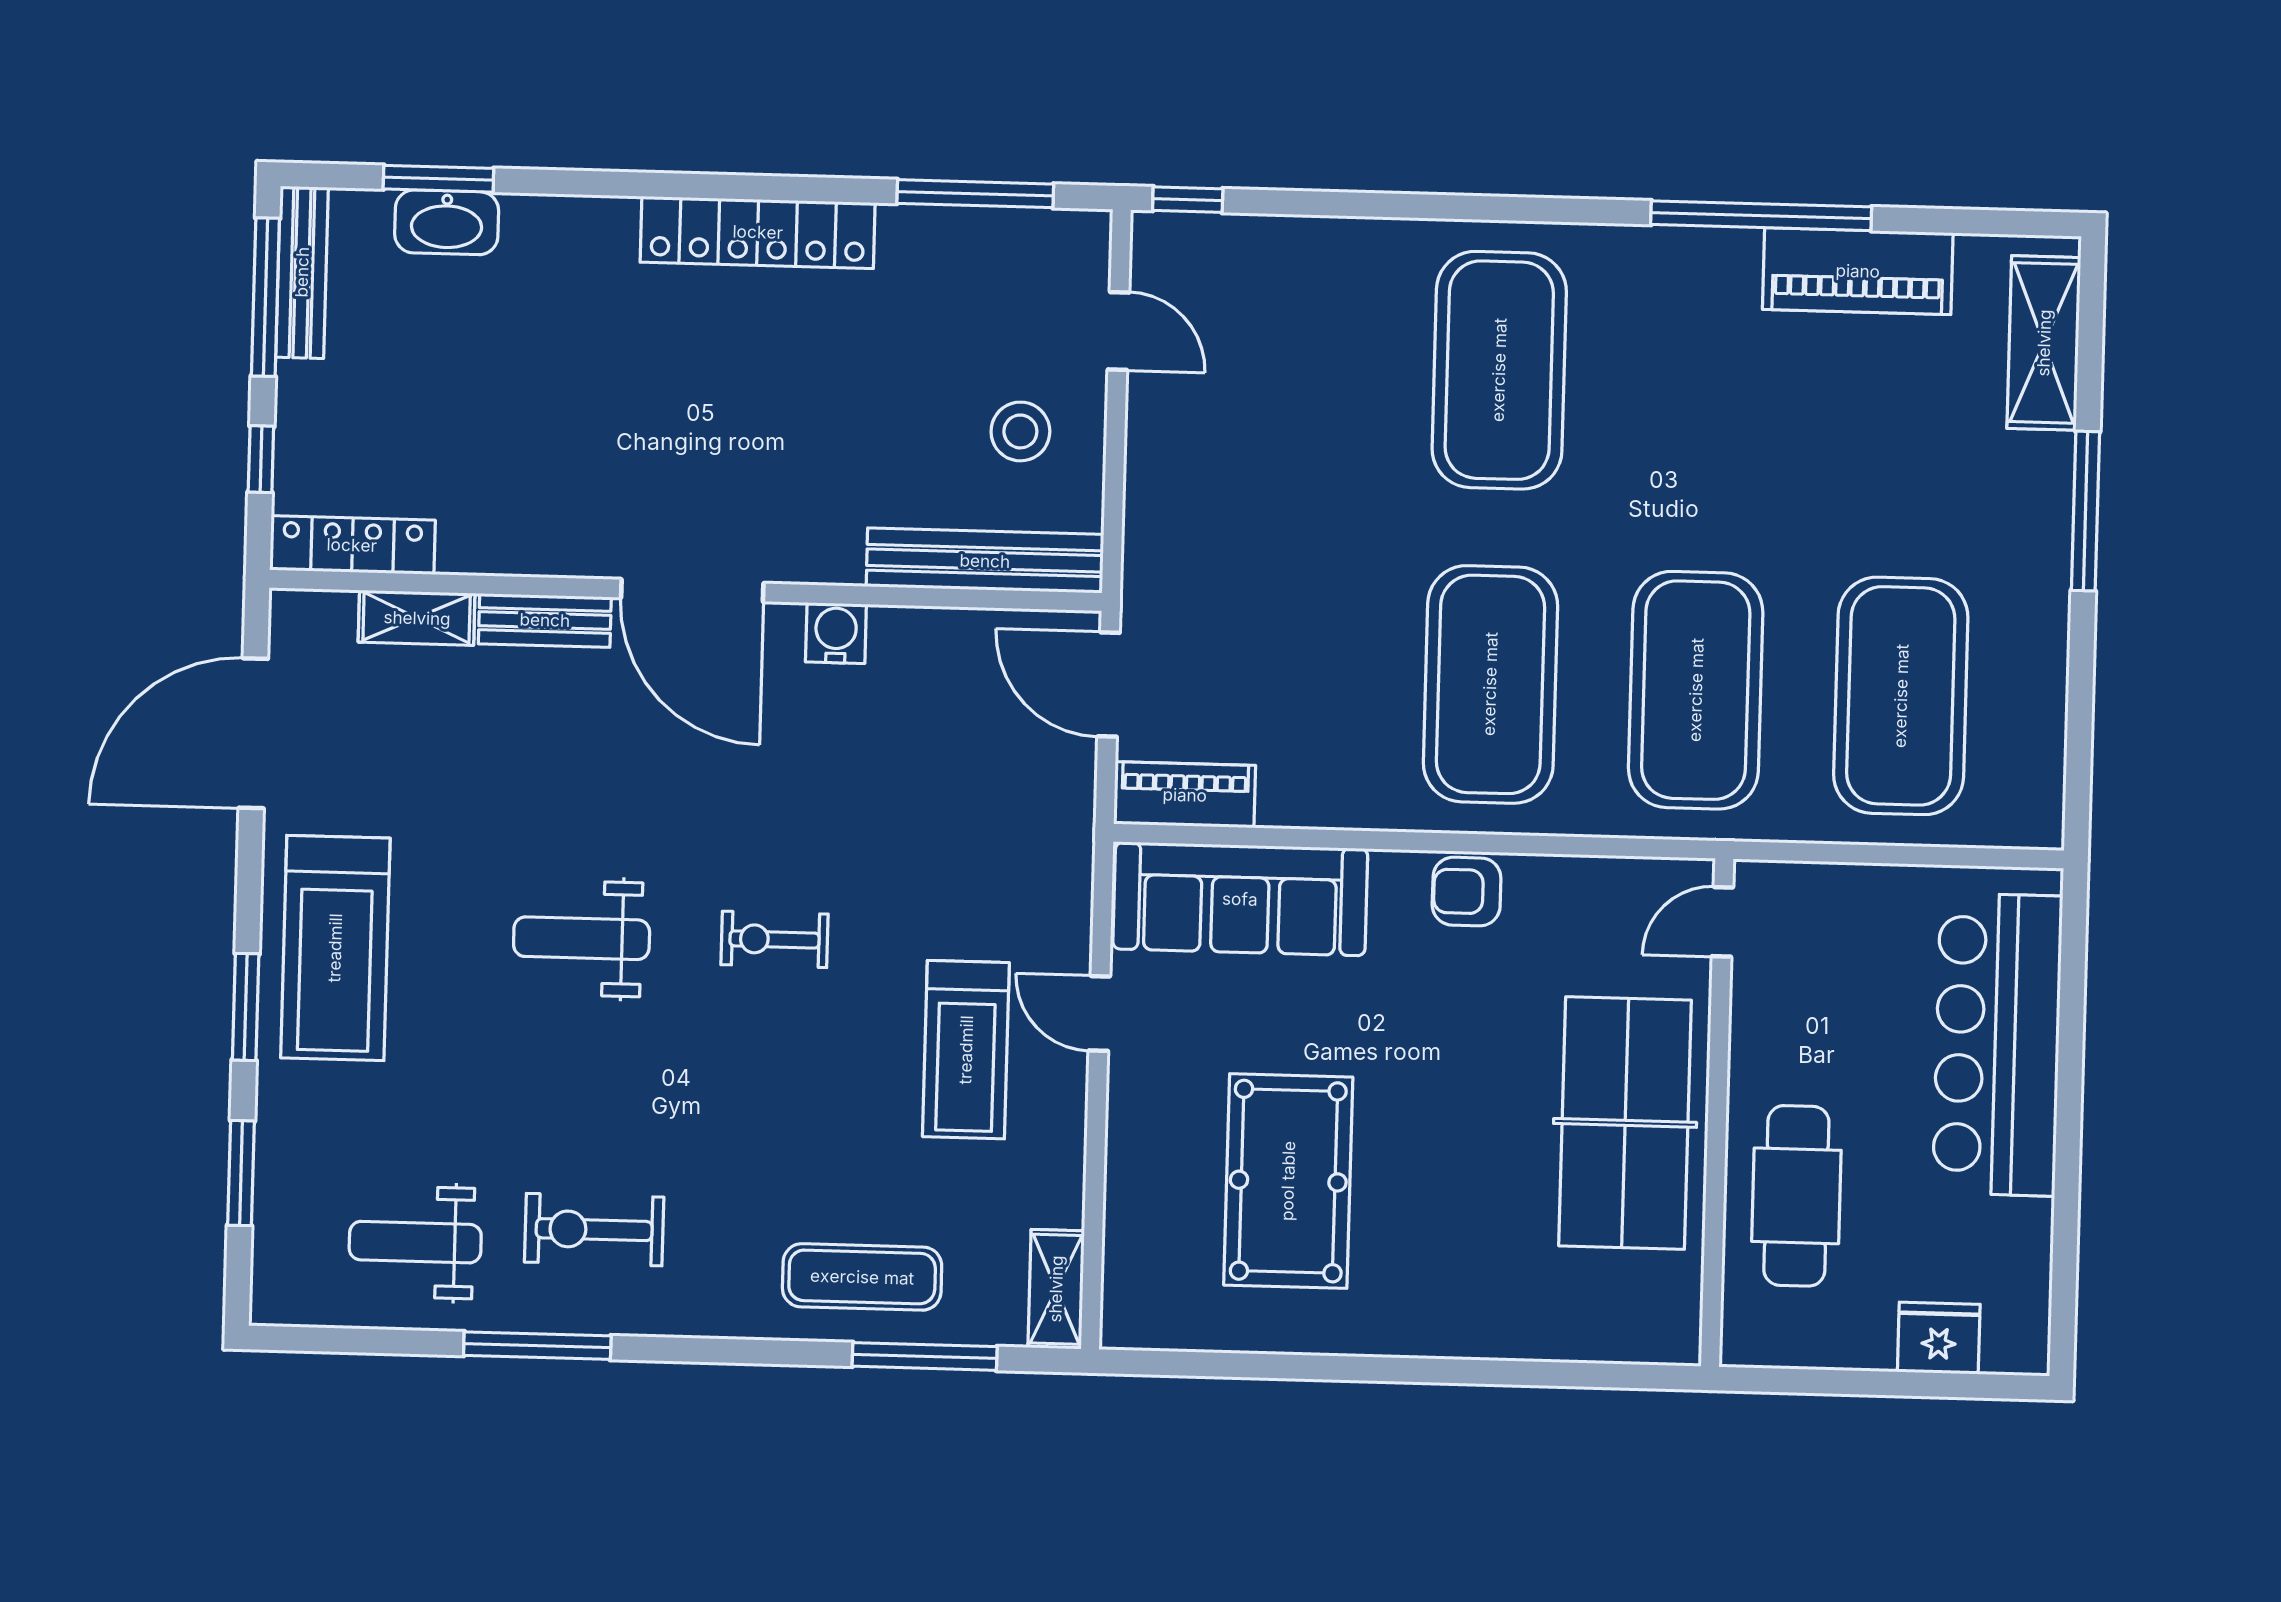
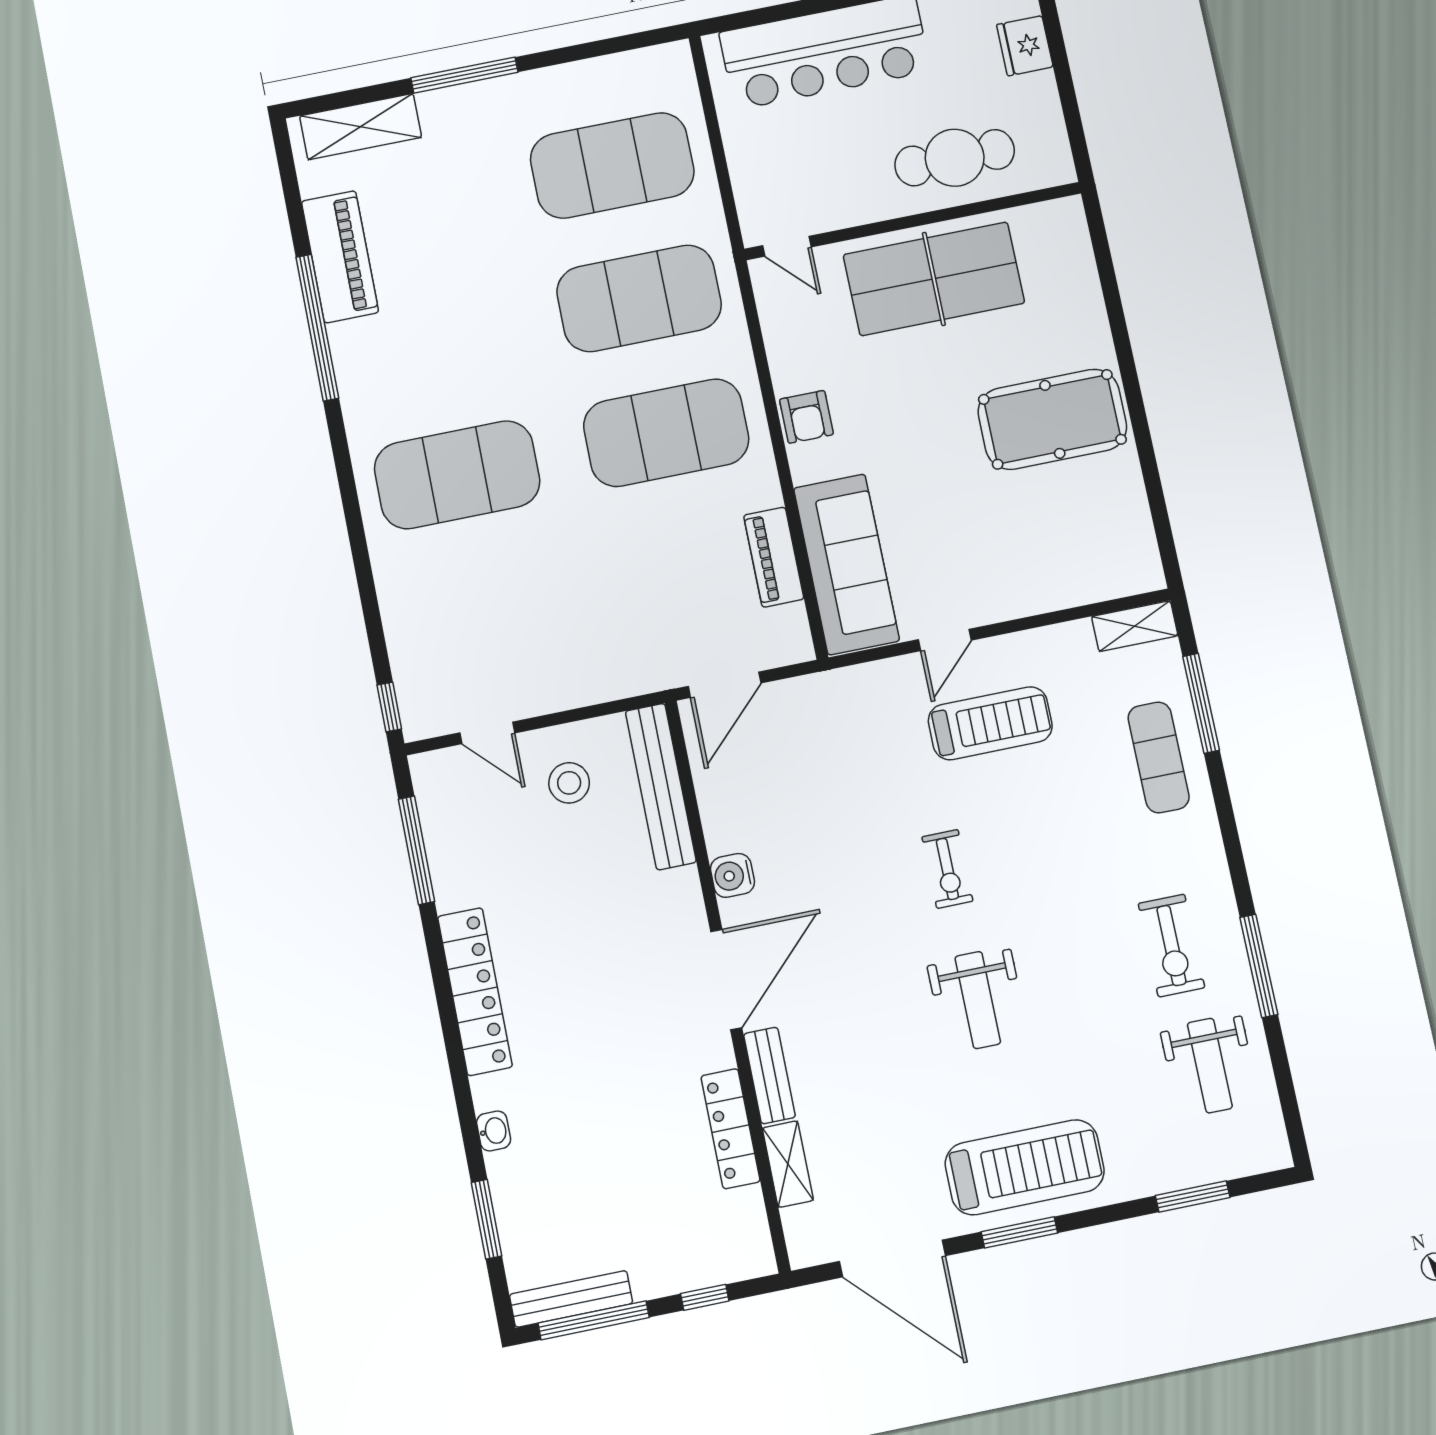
washbasin: (447, 222) -> (494, 1131), moved, width x0.52, depth x0.69
door: (1118, 331) -> (487, 733), swing flipped
locker: (352, 545) -> (731, 1129), moved
piano: (1185, 795) -> (774, 557), moved
window: (246, 1007) -> (1019, 1232), moved
pool table: (1288, 1181) -> (1052, 419), moved

